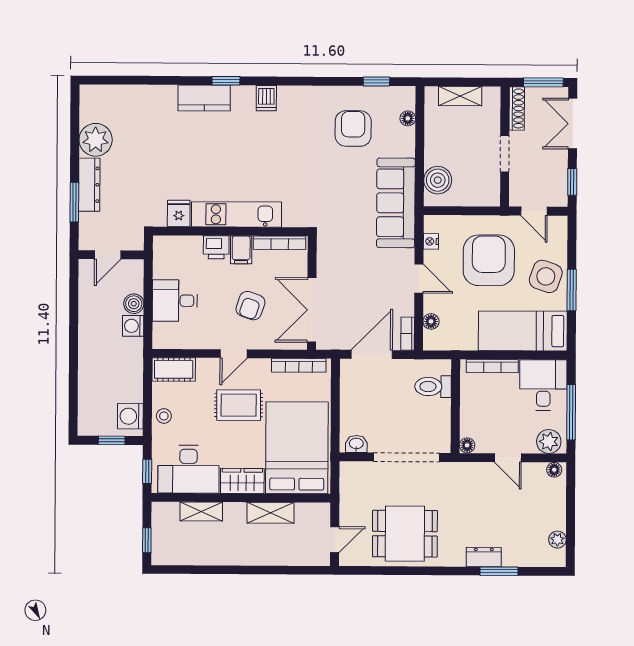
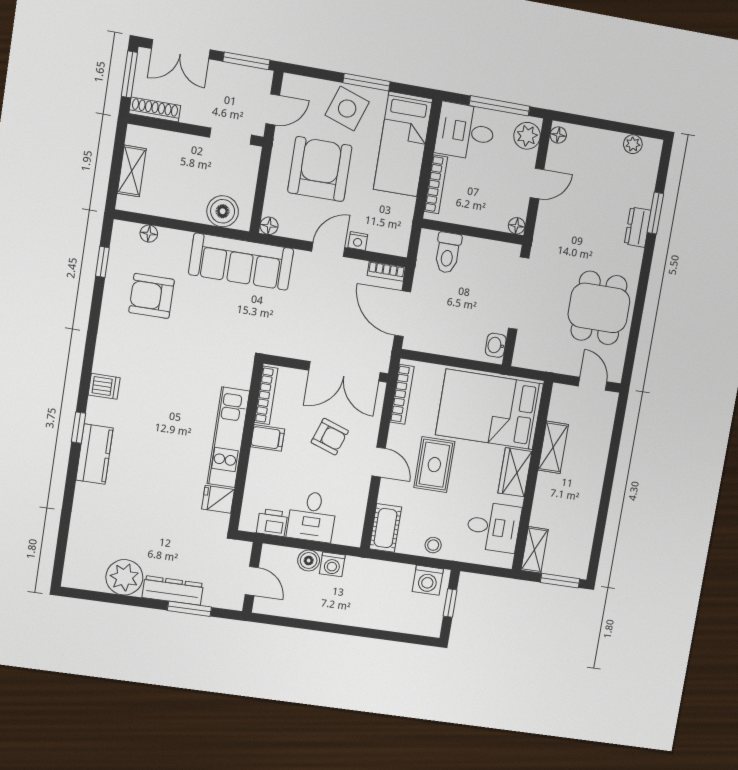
doorway: (505, 154) -> (230, 136), moved
window: (572, 182) -> (246, 61), width x1.50
nightstand: (431, 241) -> (358, 241), moved
printer: (216, 247) -> (272, 523), moved, turned -90
armchair: (489, 260) -> (320, 169), turned 90
floor lamp: (431, 321) -> (269, 226), moved
desk: (188, 469) -> (493, 527), width x0.73
window: (147, 471) -> (489, 570), removed
shelving: (201, 511) -> (535, 550), moved
window: (147, 540) -> (560, 581), width x1.50

